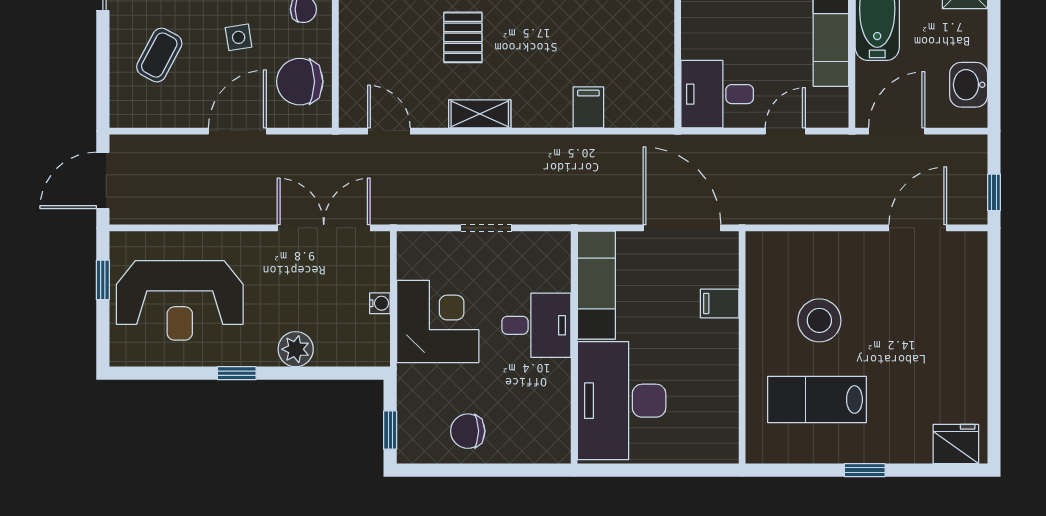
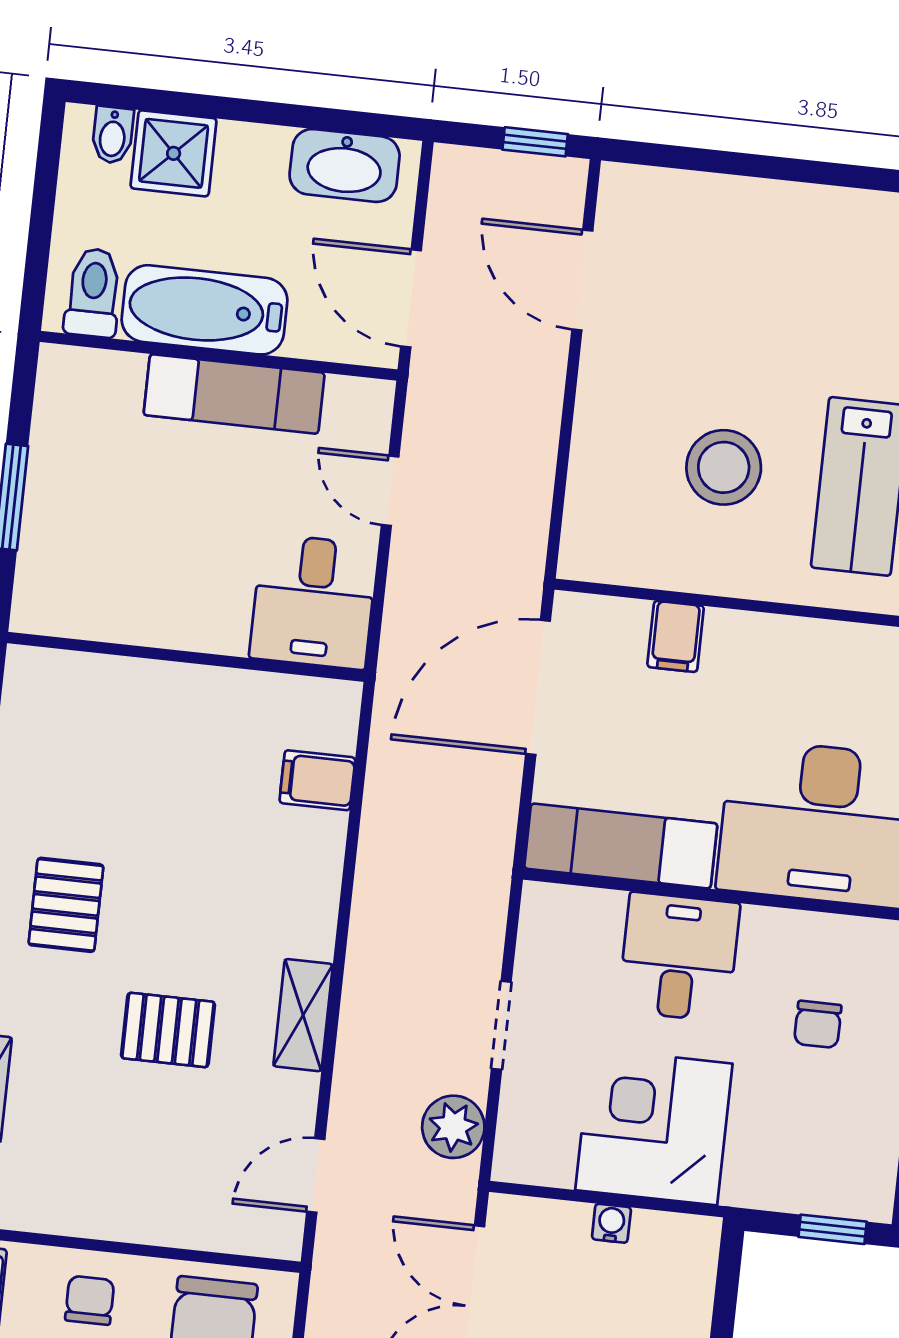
washbasin: (969, 85) -> (345, 165), width x1.38
filing cabinet: (588, 107) -> (317, 780), moved
plant: (425, 207) -> (453, 1127), added
chair: (468, 431) -> (818, 1024), moved, width x0.73, depth x0.73

